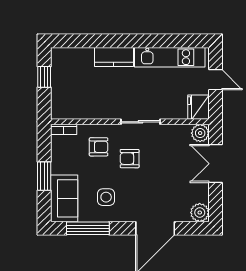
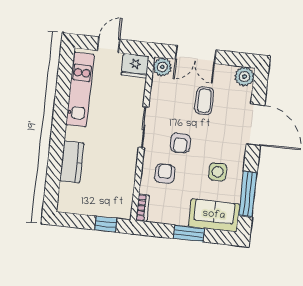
kitchen counter: (114, 57) -> (72, 162), moved
window: (44, 77) -> (106, 224), moved
coffee table: (172, 177) -> (204, 101), added

